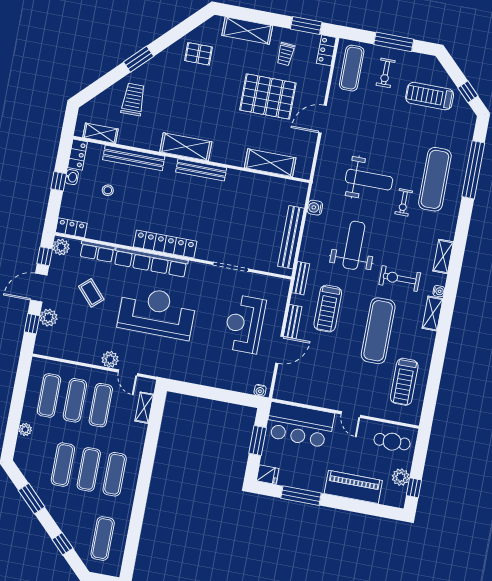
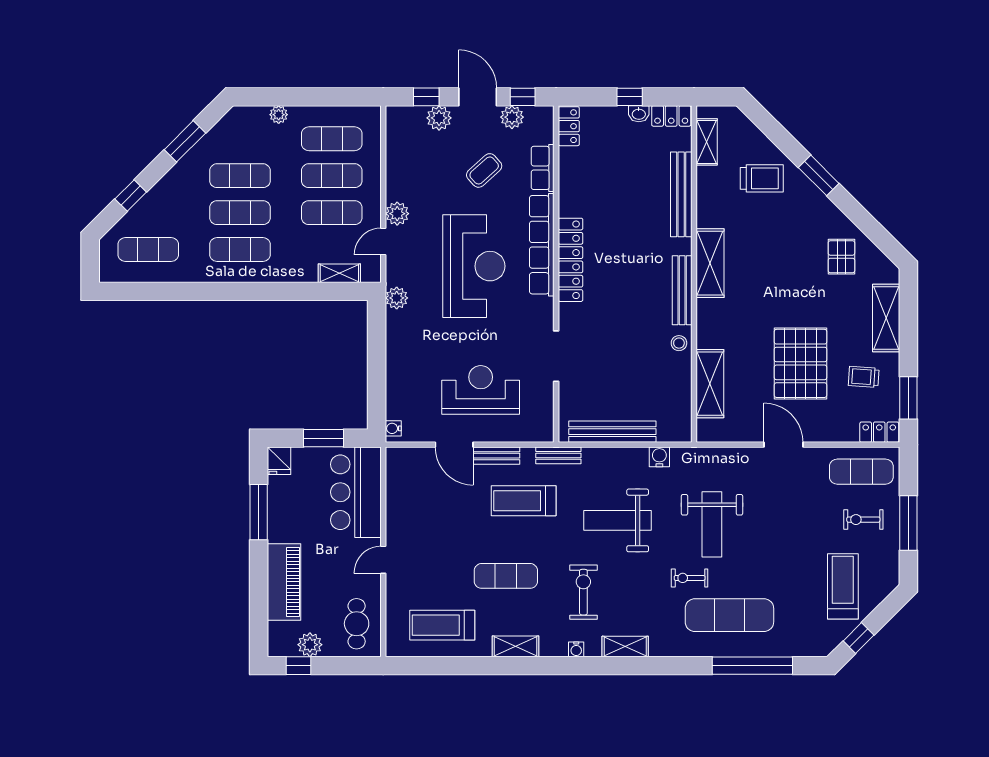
stool: (108, 190) -> (679, 343), moved
weight bench: (354, 245) -> (617, 520), turned 180
plant: (61, 247) -> (512, 117), moved
shelving: (432, 313) -> (515, 646), moved
exercise mat: (378, 331) -> (506, 576), width x0.73, depth x0.69
plant: (169, 371) -> (397, 298), added

